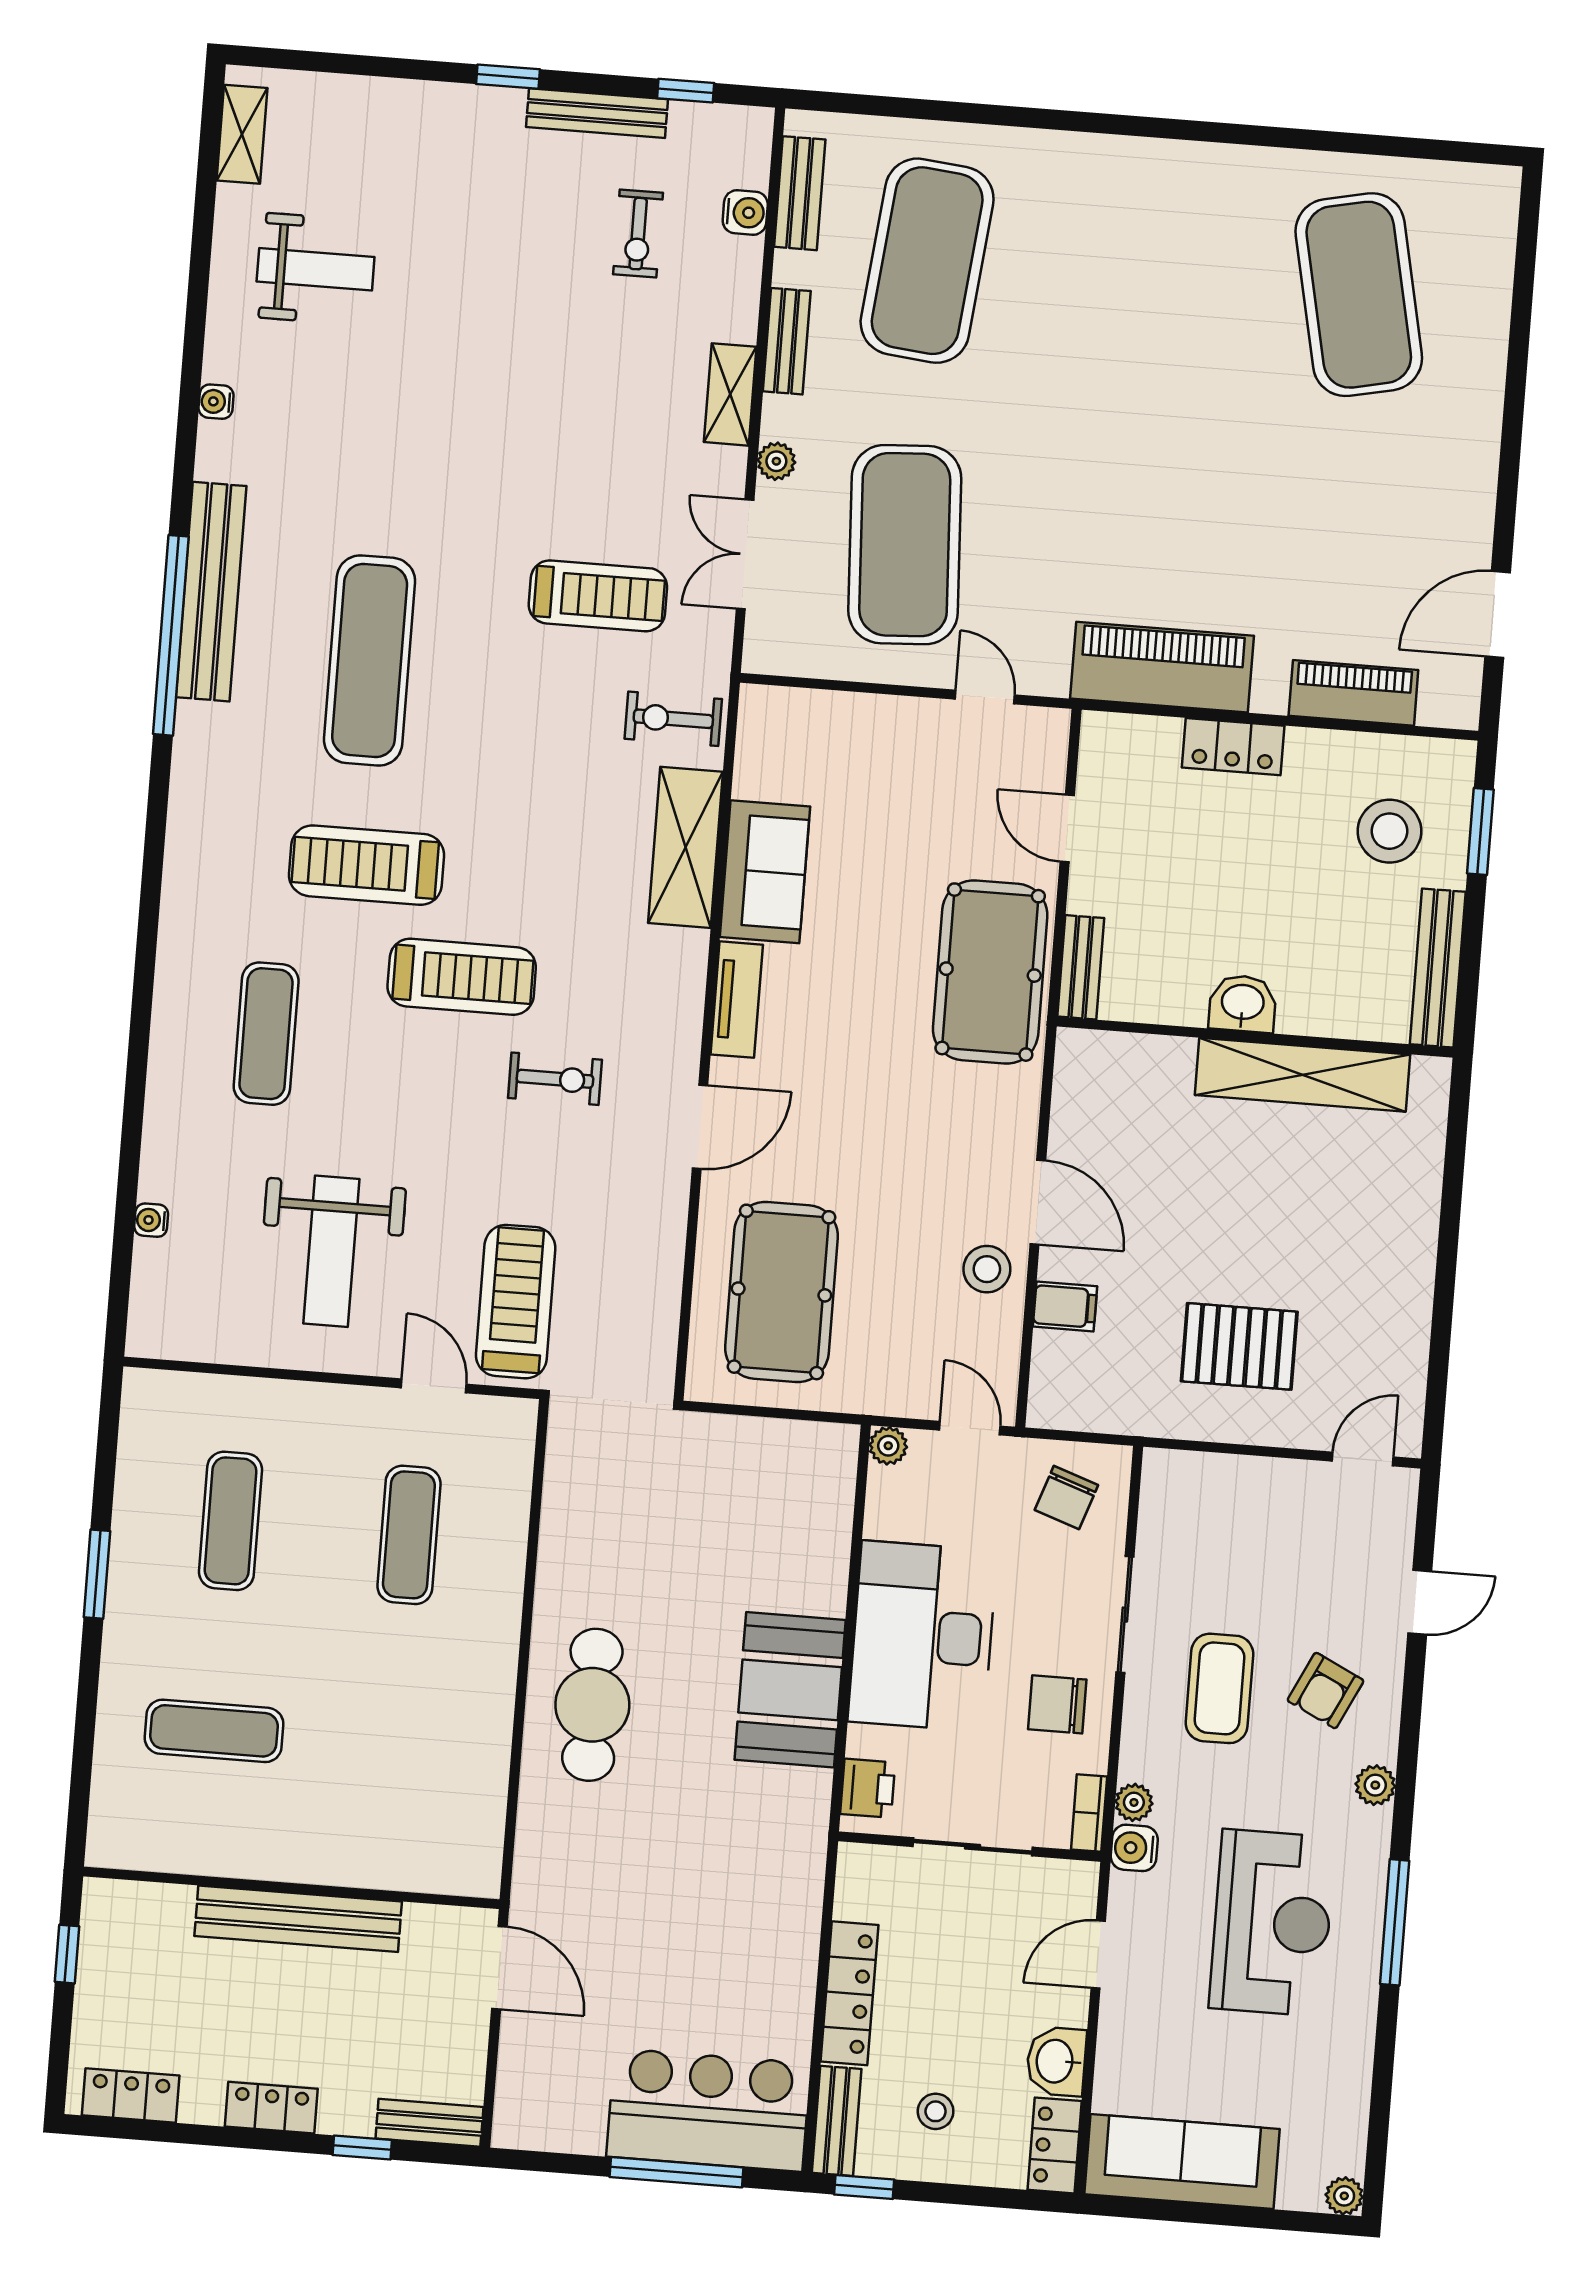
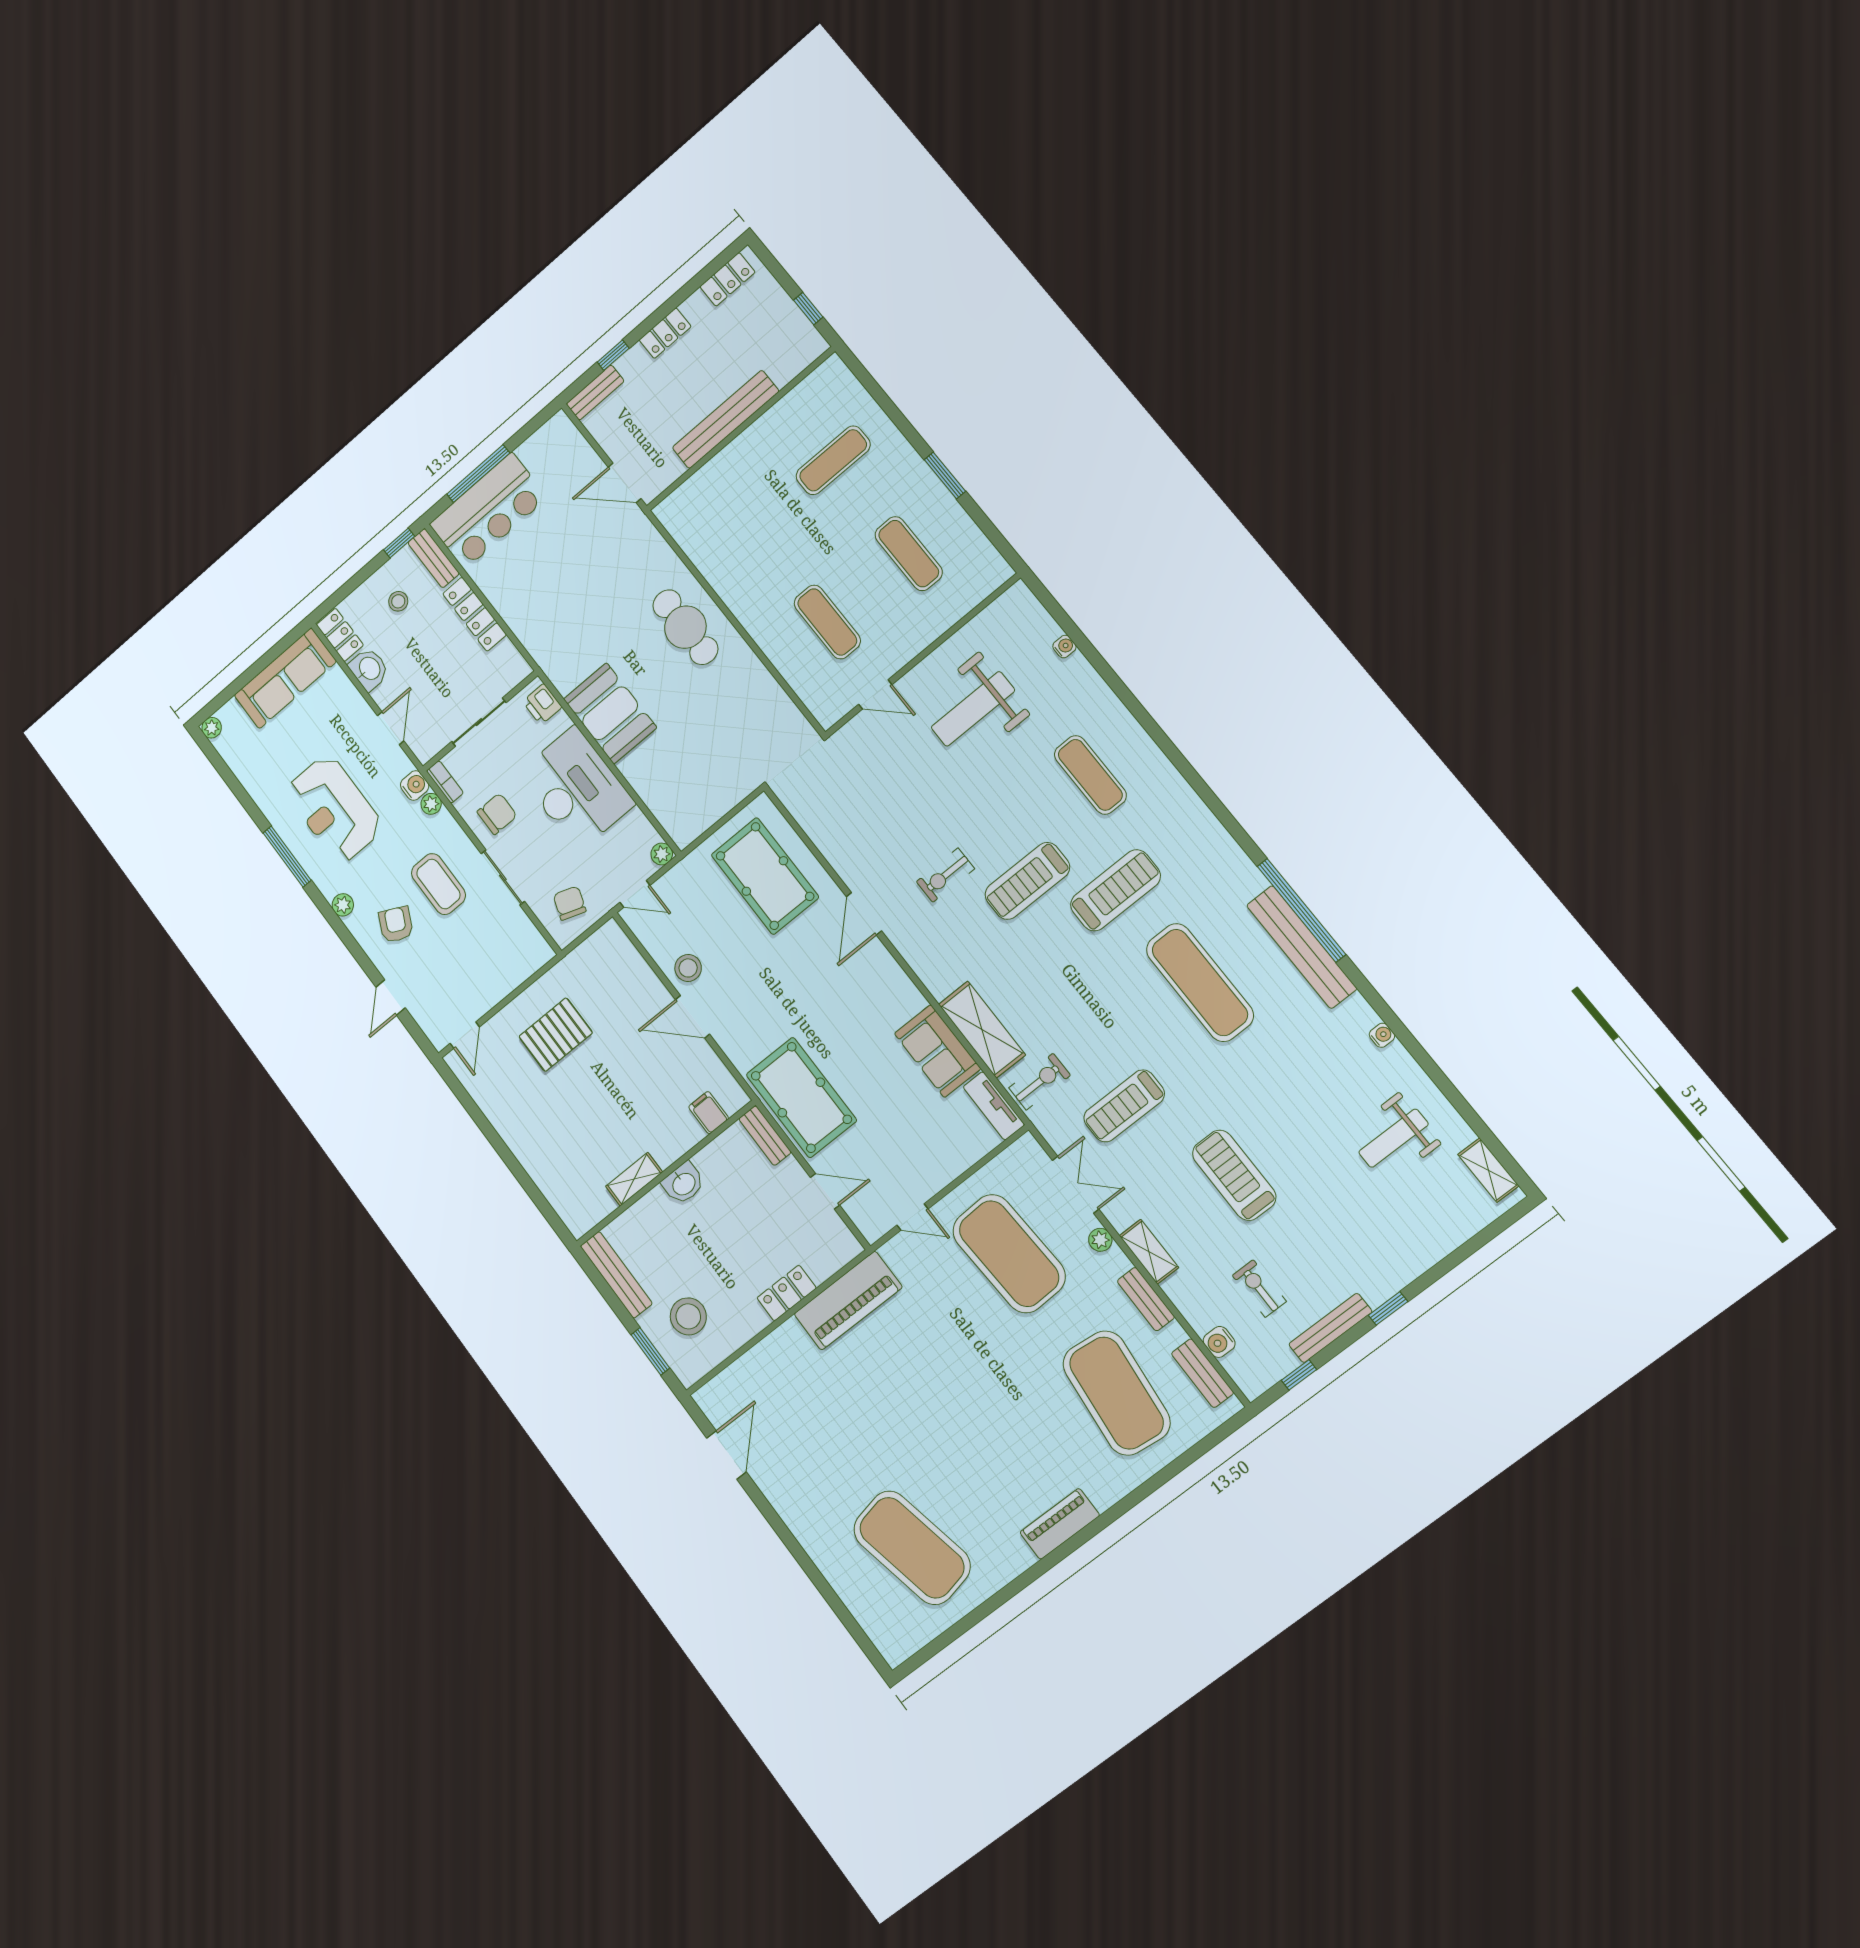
piano: (1353, 693) -> (1060, 1524), moved, turned 180
tv unit: (737, 1000) -> (994, 1106), moved
shelving: (1303, 1075) -> (634, 1179), width x0.45, depth x0.75
weight bench: (331, 1251) -> (973, 709), turned -90
treadmill: (516, 1302) -> (1234, 1175), moved, turned 180
filing cabinet: (1065, 1306) -> (709, 1113), moved, turned 90

